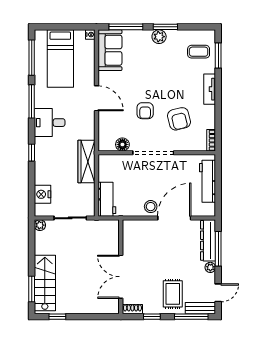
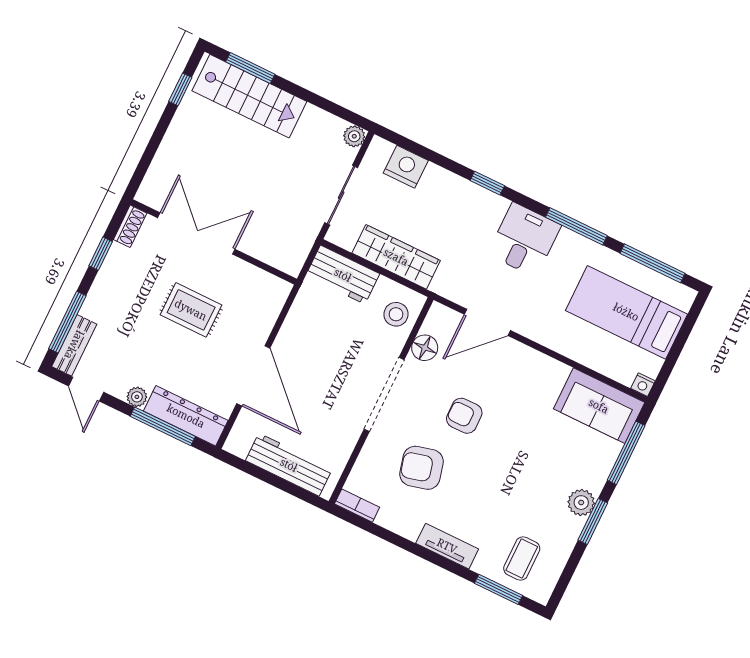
door: (96, 98) -> (487, 322), moved
wardrobe: (86, 161) -> (396, 257), moved
stool: (151, 207) -> (396, 314), moved
rug: (173, 294) -> (191, 310), moved

